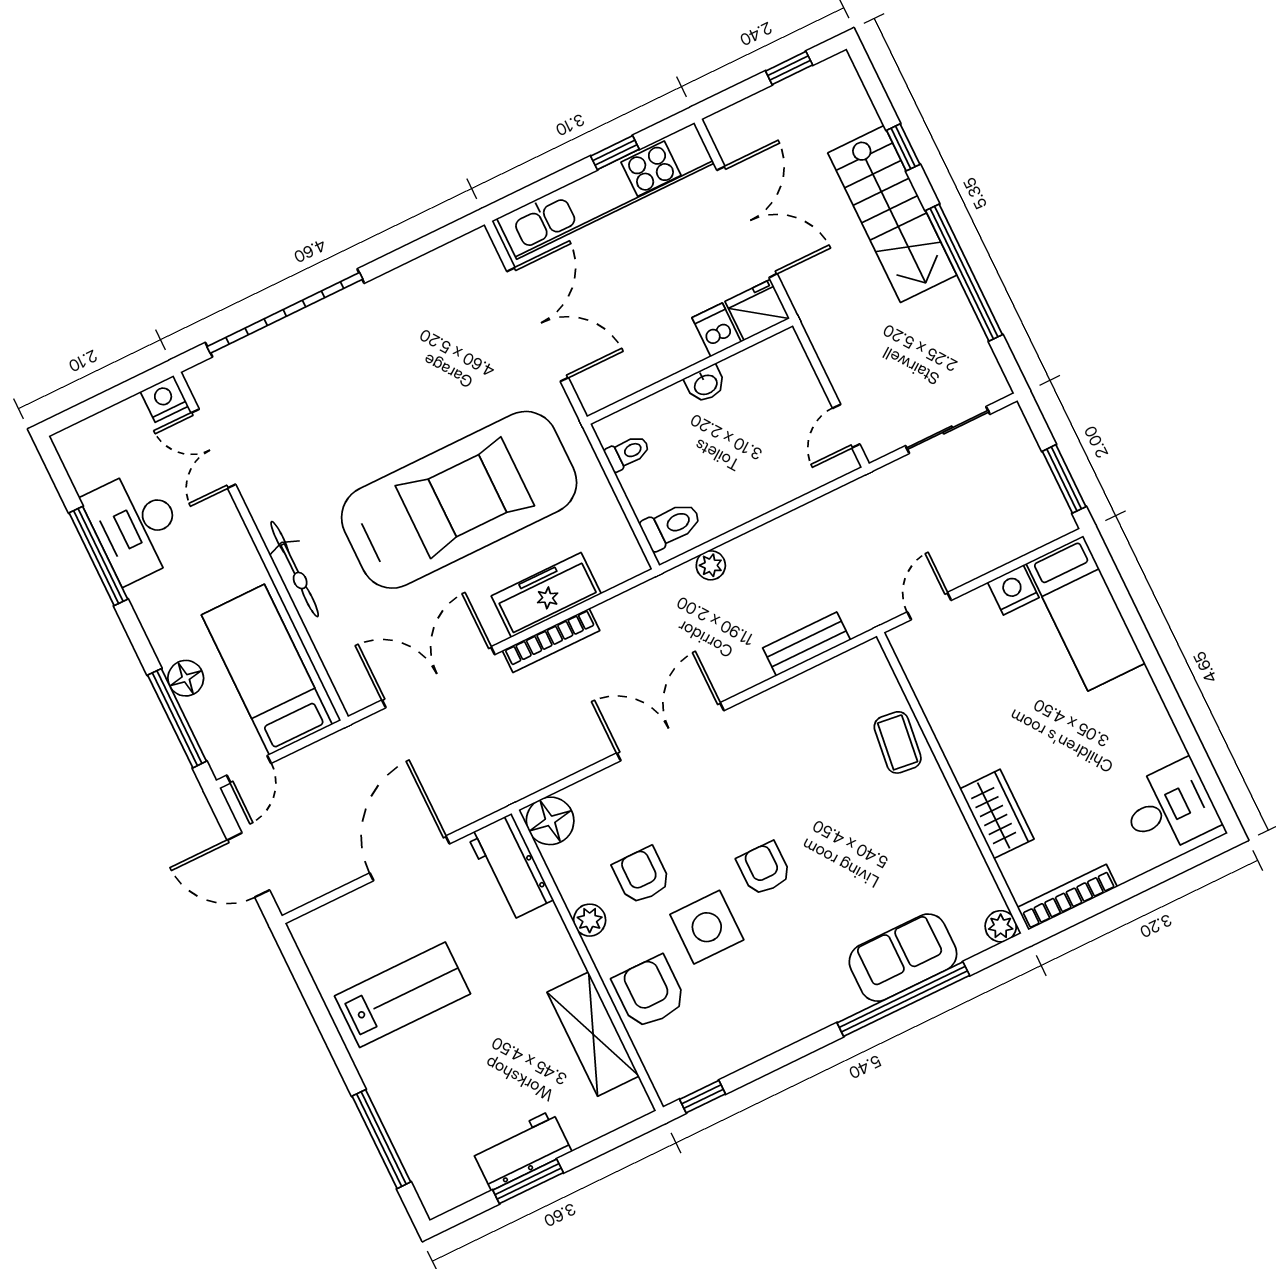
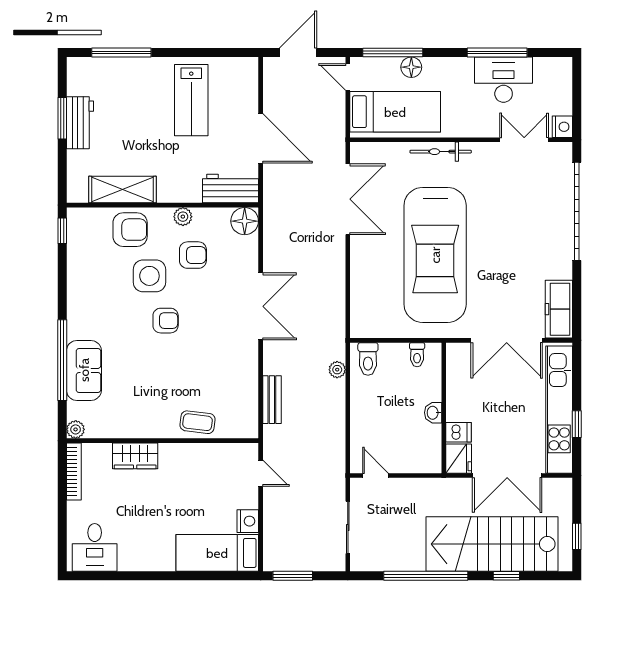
stairs: (892, 214) -> (492, 544), width x1.36, depth x1.51
freezer: (546, 595) -> (559, 309), moved, turned 180
bookcase: (551, 641) -> (338, 267), removed

